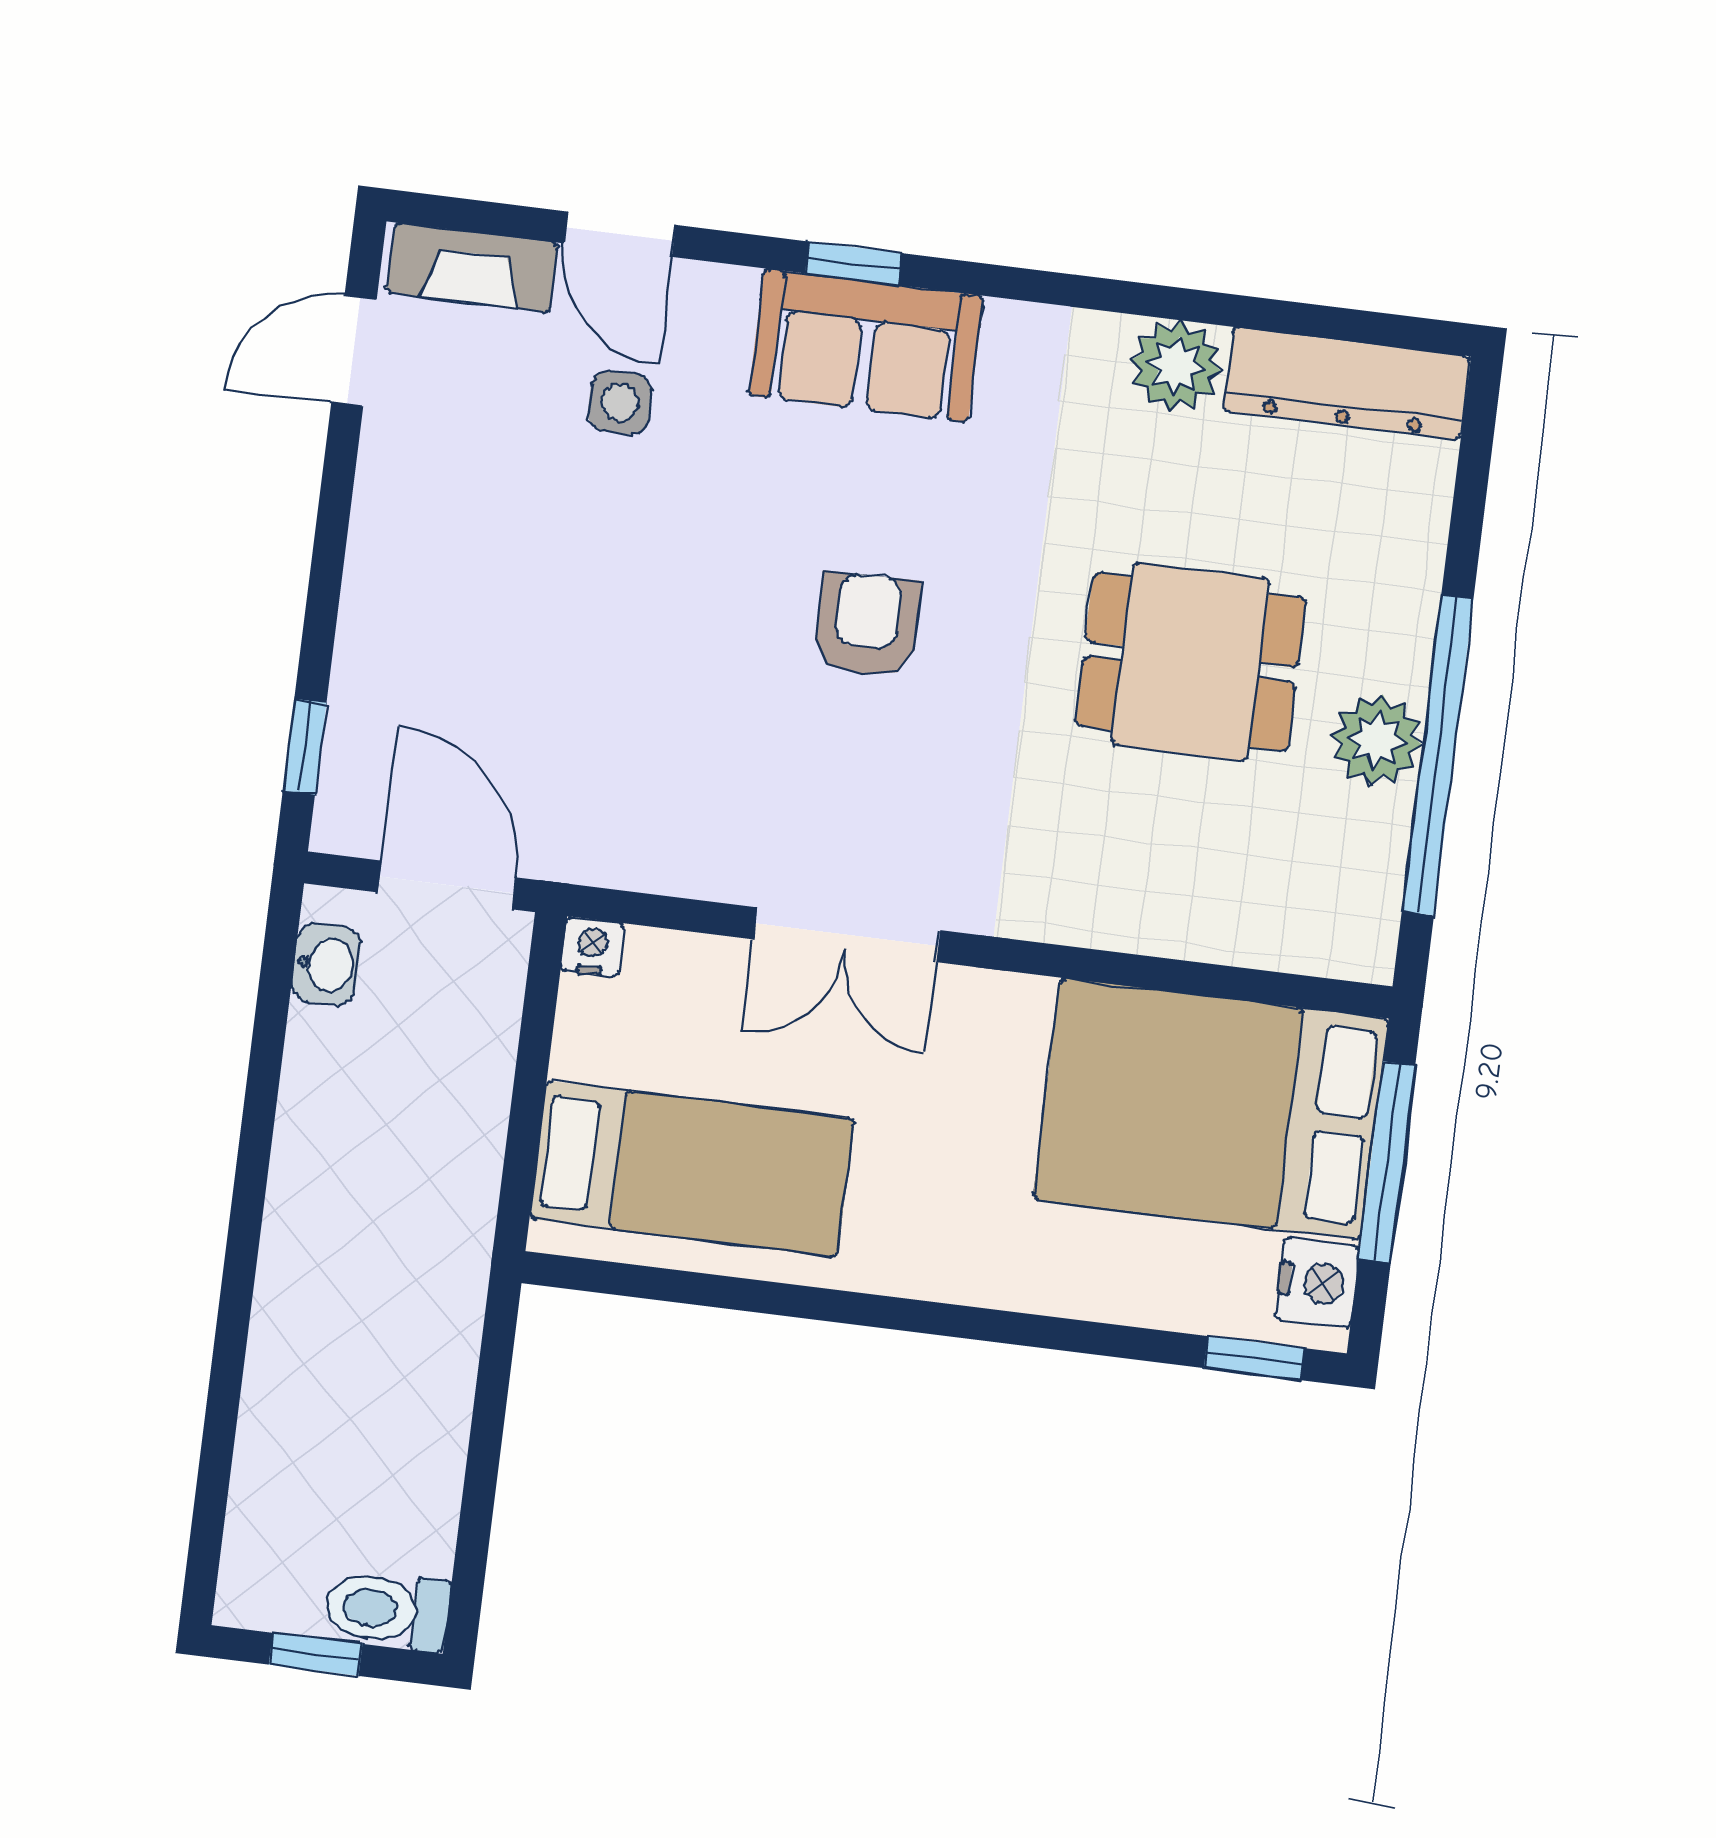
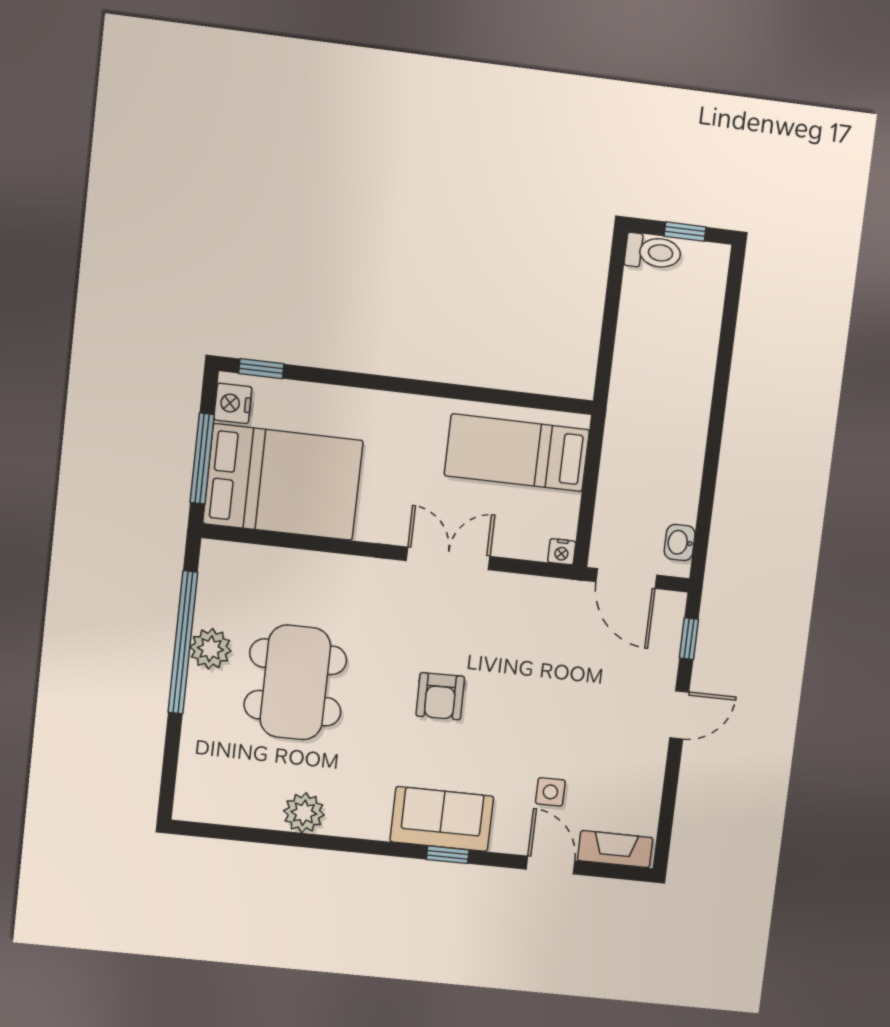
door: (354, 351) -> (679, 715), moved
dresser: (1346, 384) -> (227, 807), removed
dining table: (1190, 662) -> (295, 682), width x1.38

